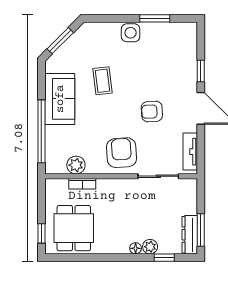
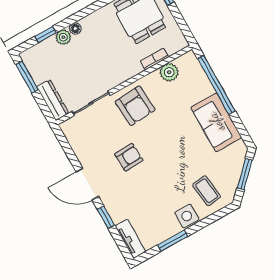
coffee table: (103, 81) -> (207, 191), moved
tv unit: (190, 152) -> (130, 239), moved
dresser: (190, 235) -> (53, 100), moved

